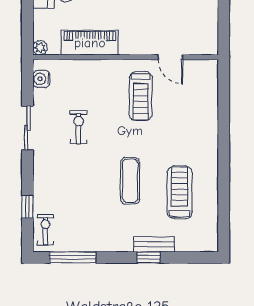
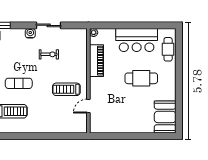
water cooler: (41, 79) -> (30, 33), moved

